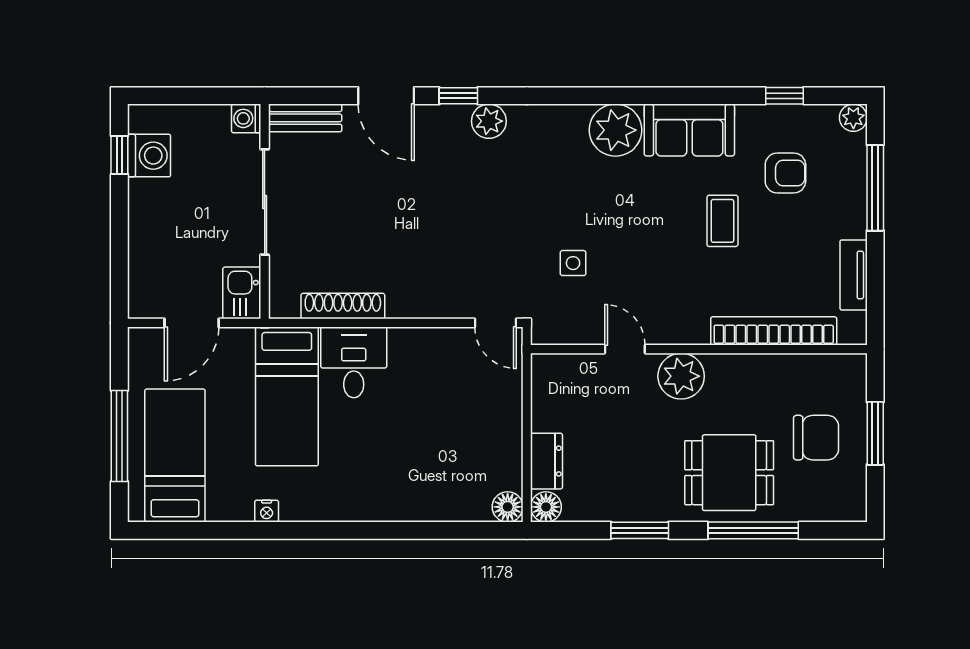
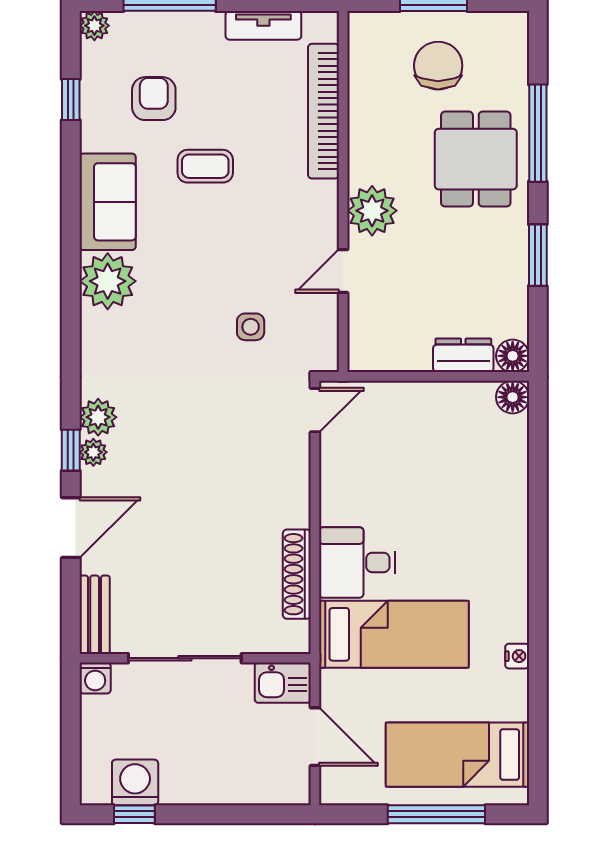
plant: (456, 117) -> (93, 452), added

